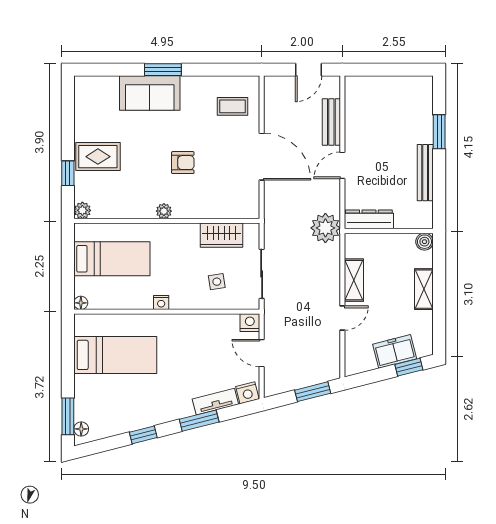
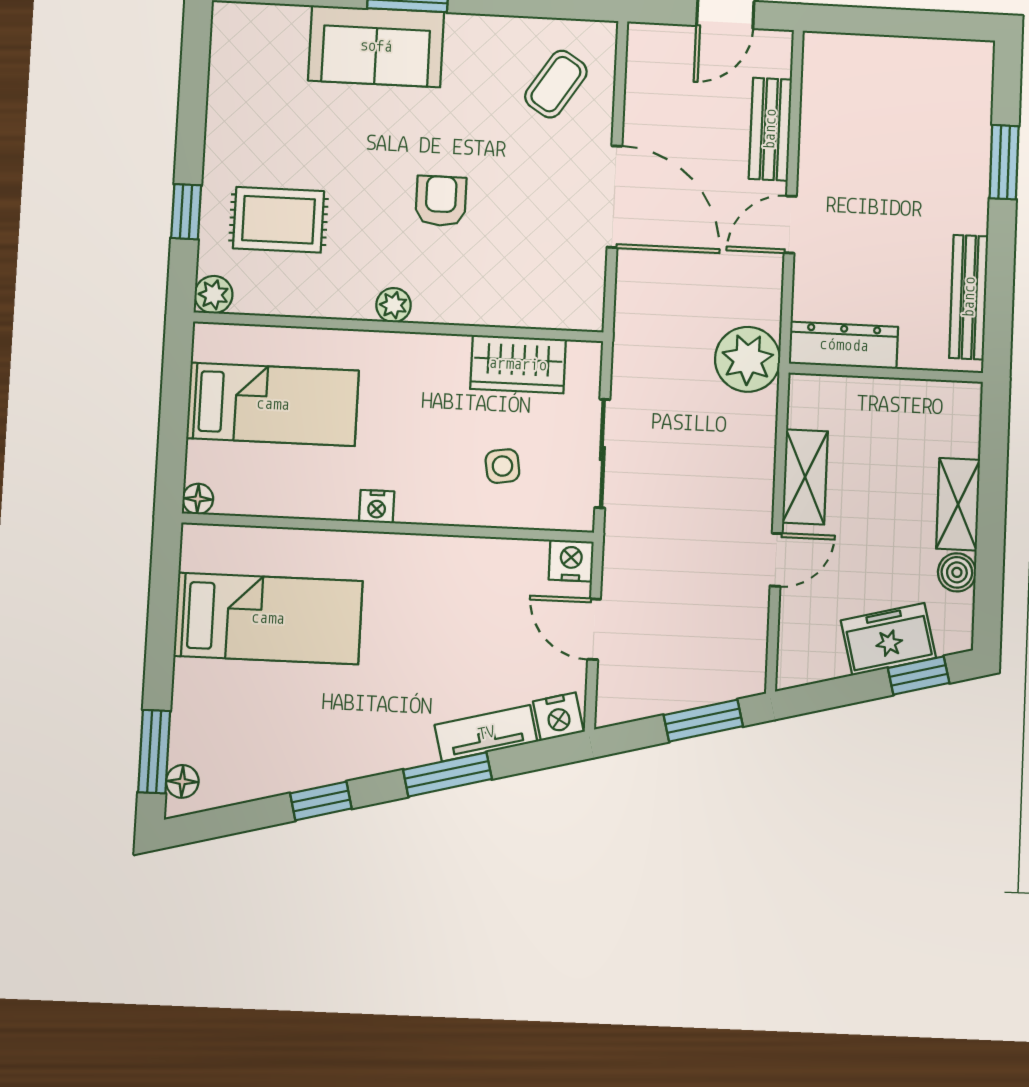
coffee table: (232, 106) -> (556, 84), turned -57
rug: (98, 157) -> (279, 220), moved
armchair: (183, 163) -> (441, 201), turned -90
bench: (425, 173) -> (969, 297), moved
boiler: (424, 242) -> (957, 572), moved

